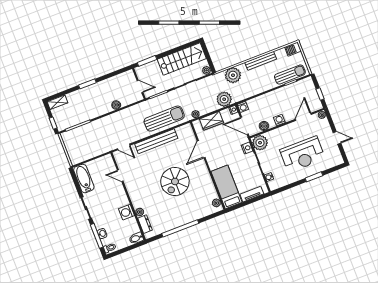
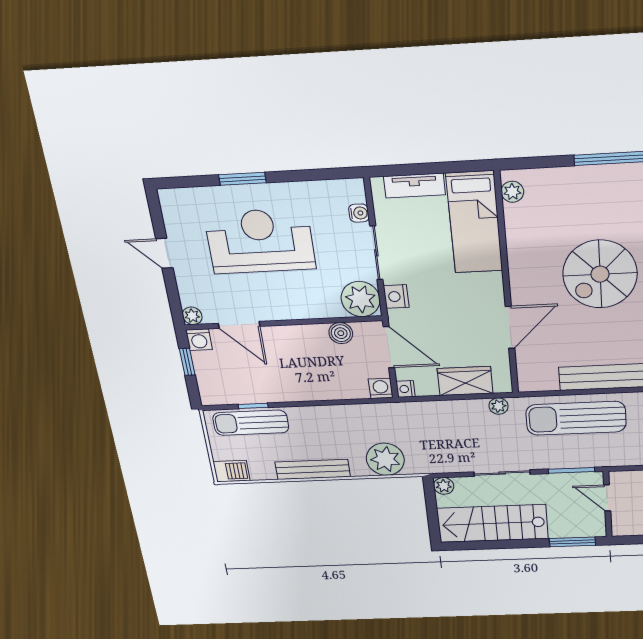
plant: (224, 99) -> (421, 417), removed
door: (303, 117) -> (239, 325), hinge flipped
washing machine: (279, 120) -> (199, 340), moved
spiral stairs: (175, 181) -> (600, 274), turned 180

